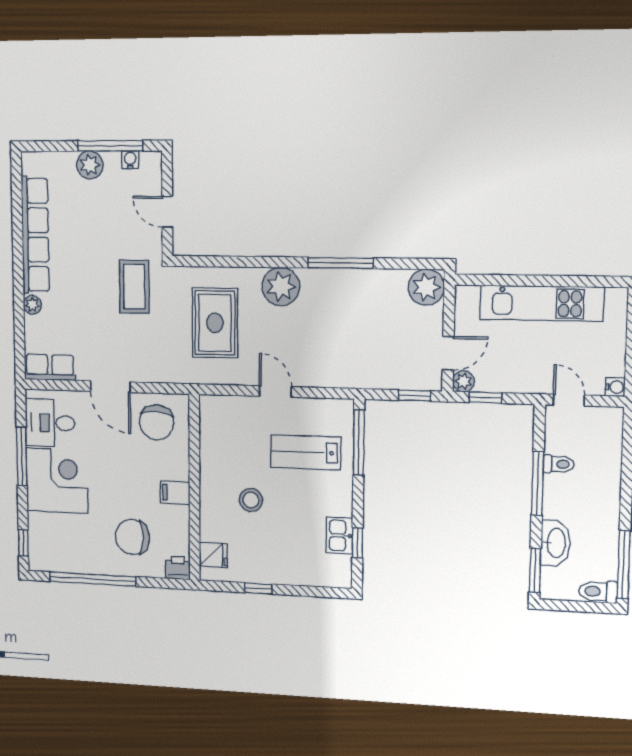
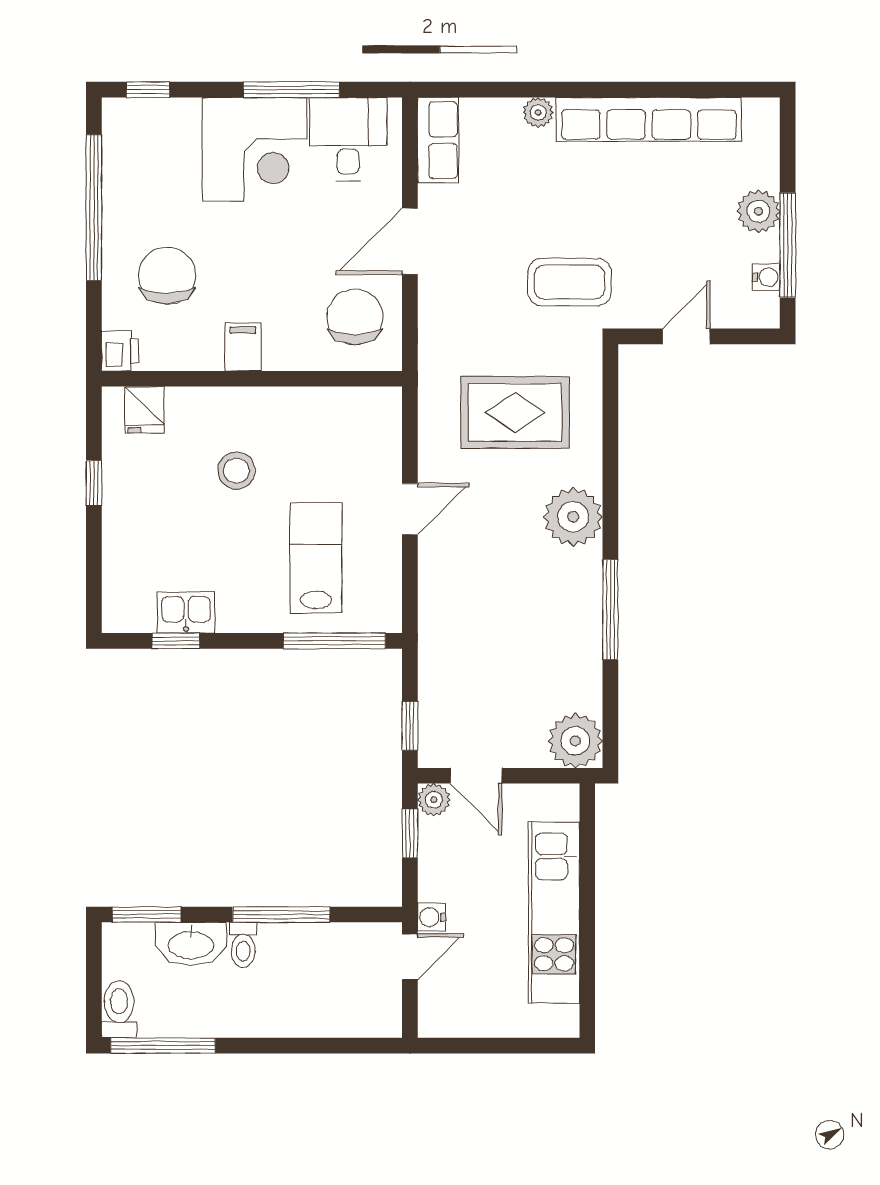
water cooler: (615, 387) -> (432, 917), moved, turned 90
chair: (157, 422) -> (355, 317), turned 86
toilet: (559, 464) -> (243, 945), moved

